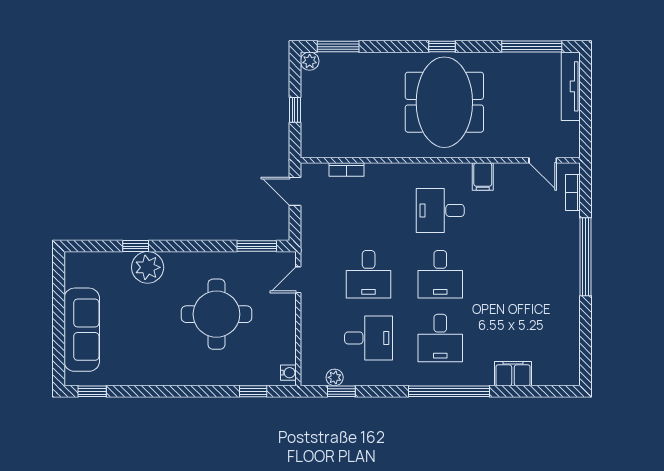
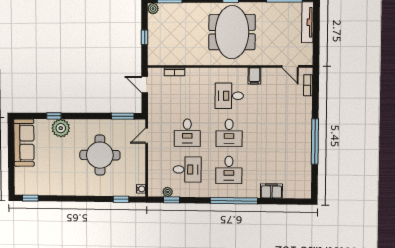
window: (586, 257) -> (315, 141), moved
sofa: (82, 330) -> (24, 143), moved

